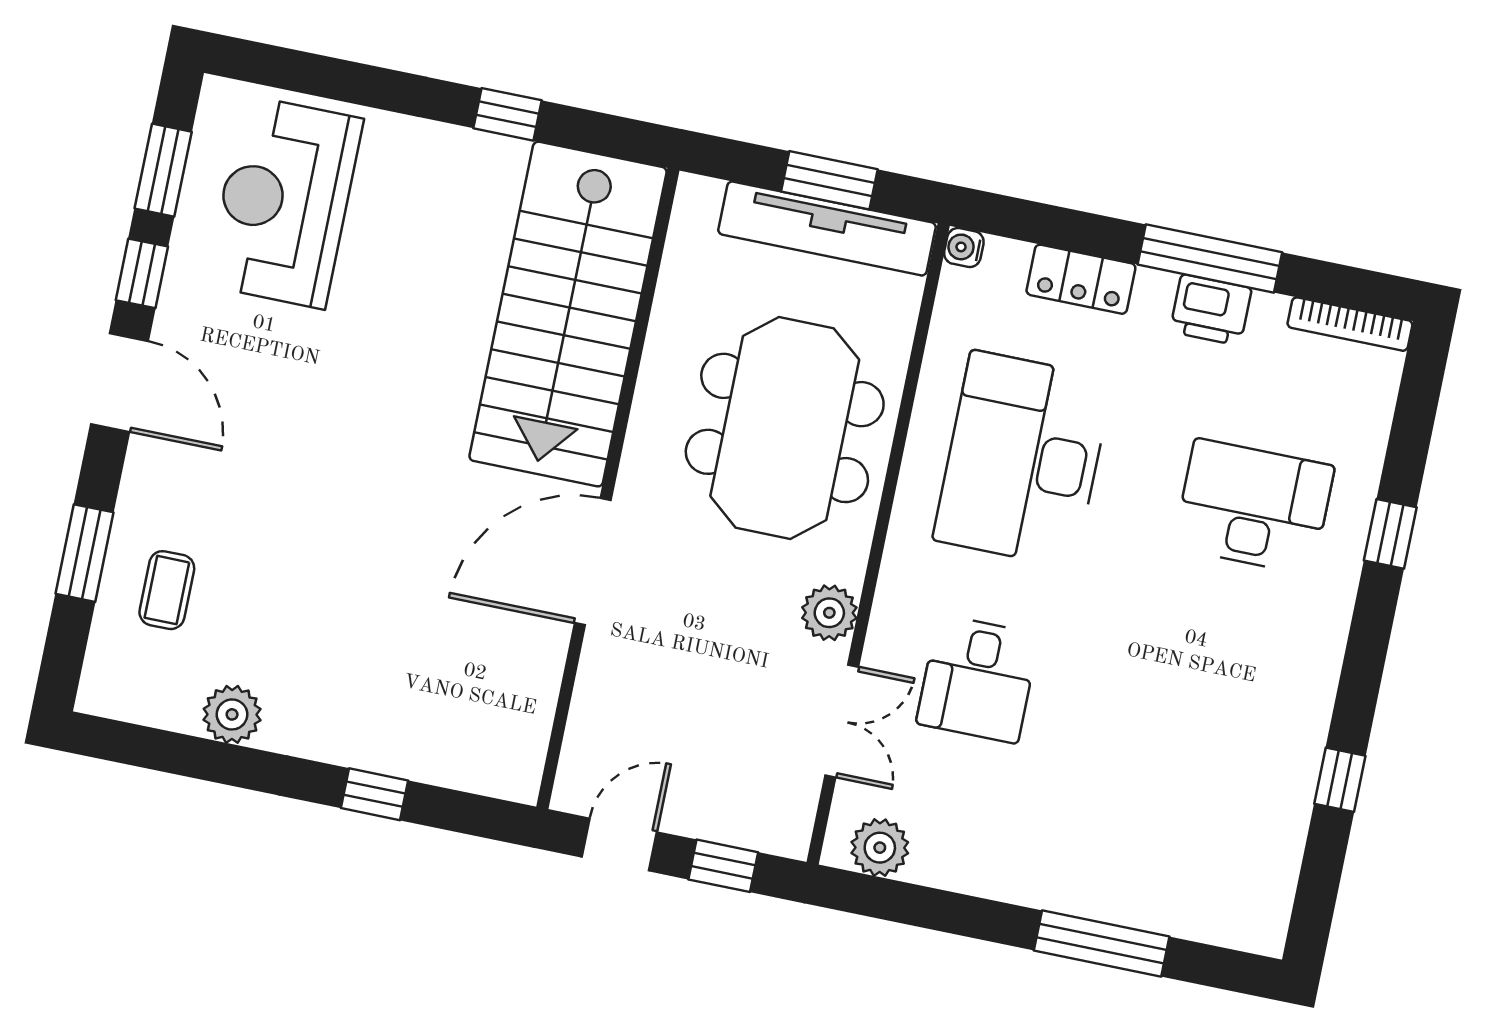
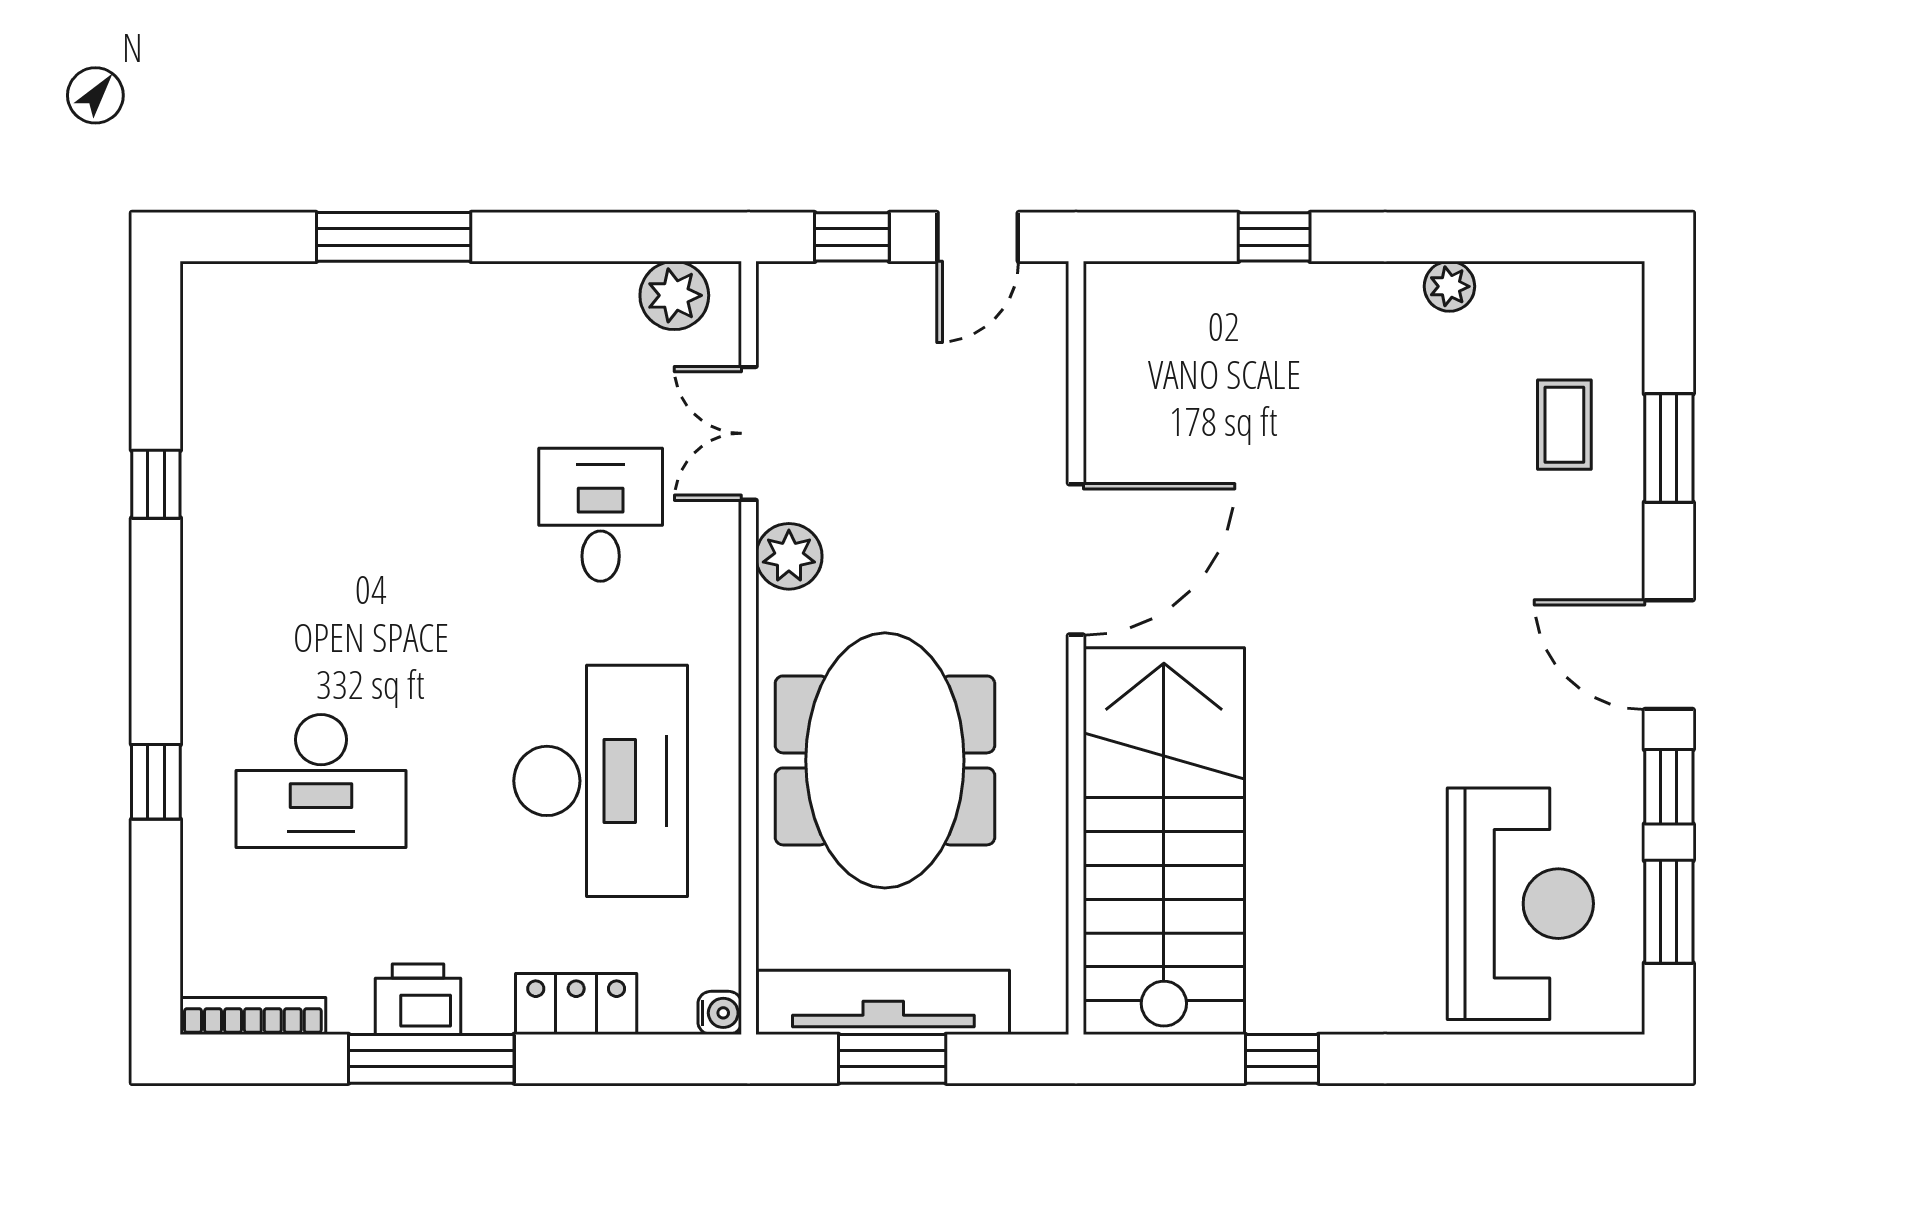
plant: (232, 714) -> (1449, 286), width x0.73, depth x0.73

